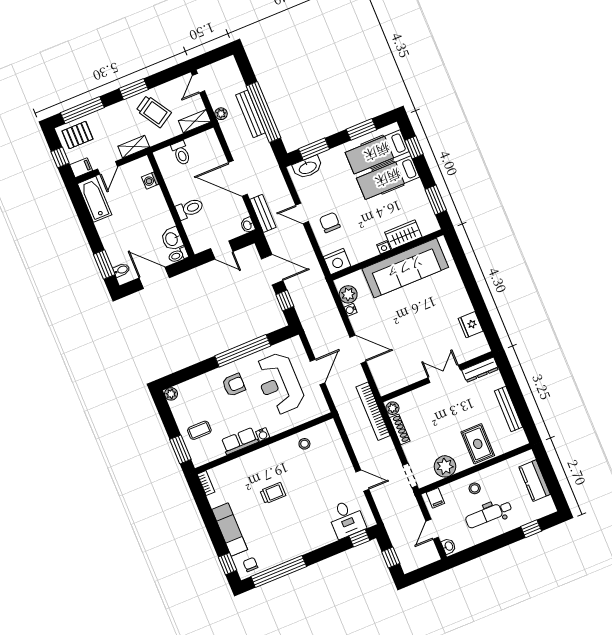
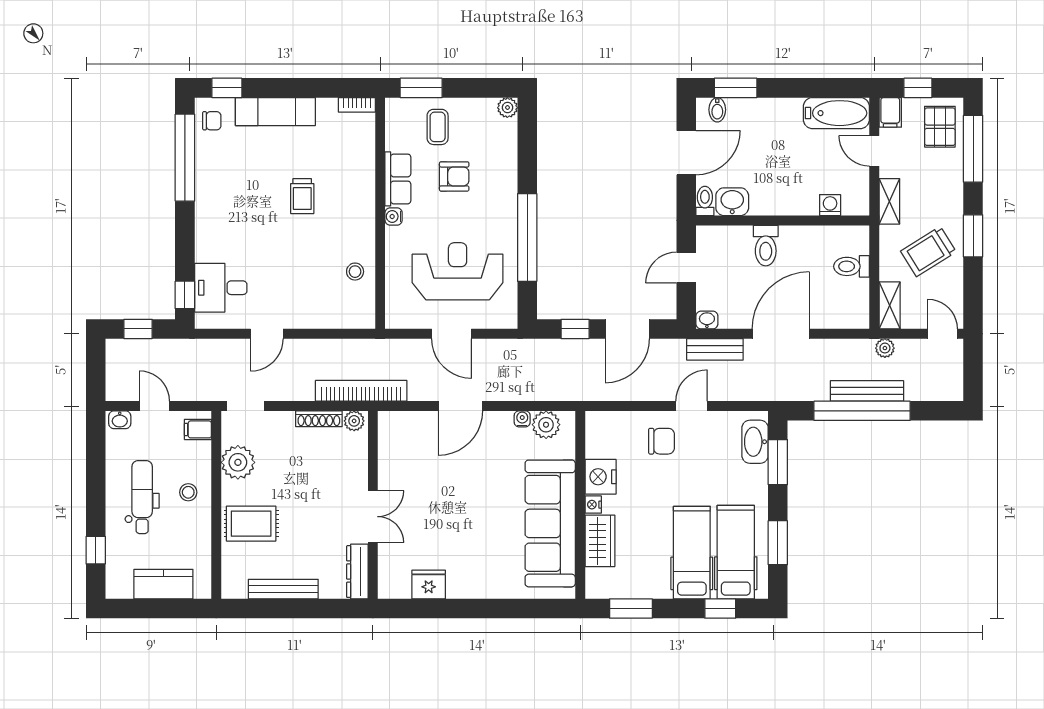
nightstand: (337, 261) -> (601, 477), moved
armchair: (234, 385) -> (454, 176), moved, turned -90

